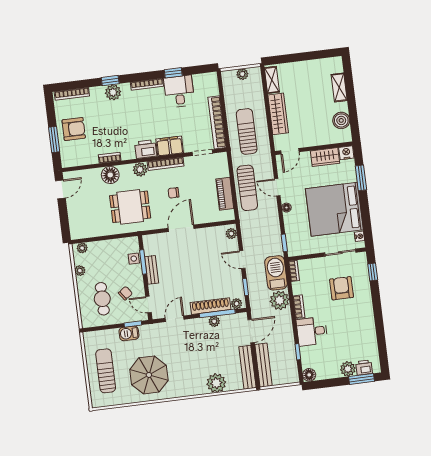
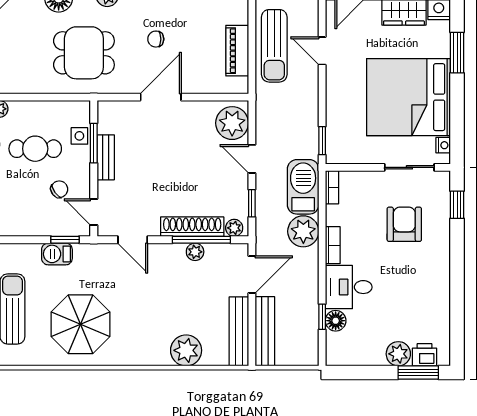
floor lamp: (286, 208) -> (333, 85), removed
plant: (231, 234) -> (232, 123), width x1.88, depth x1.88
cafe table: (102, 299) -> (35, 149), moved, turned 90
door: (175, 319) -> (133, 240), swing flipped
floor lamp: (309, 375) -> (336, 321), moved

